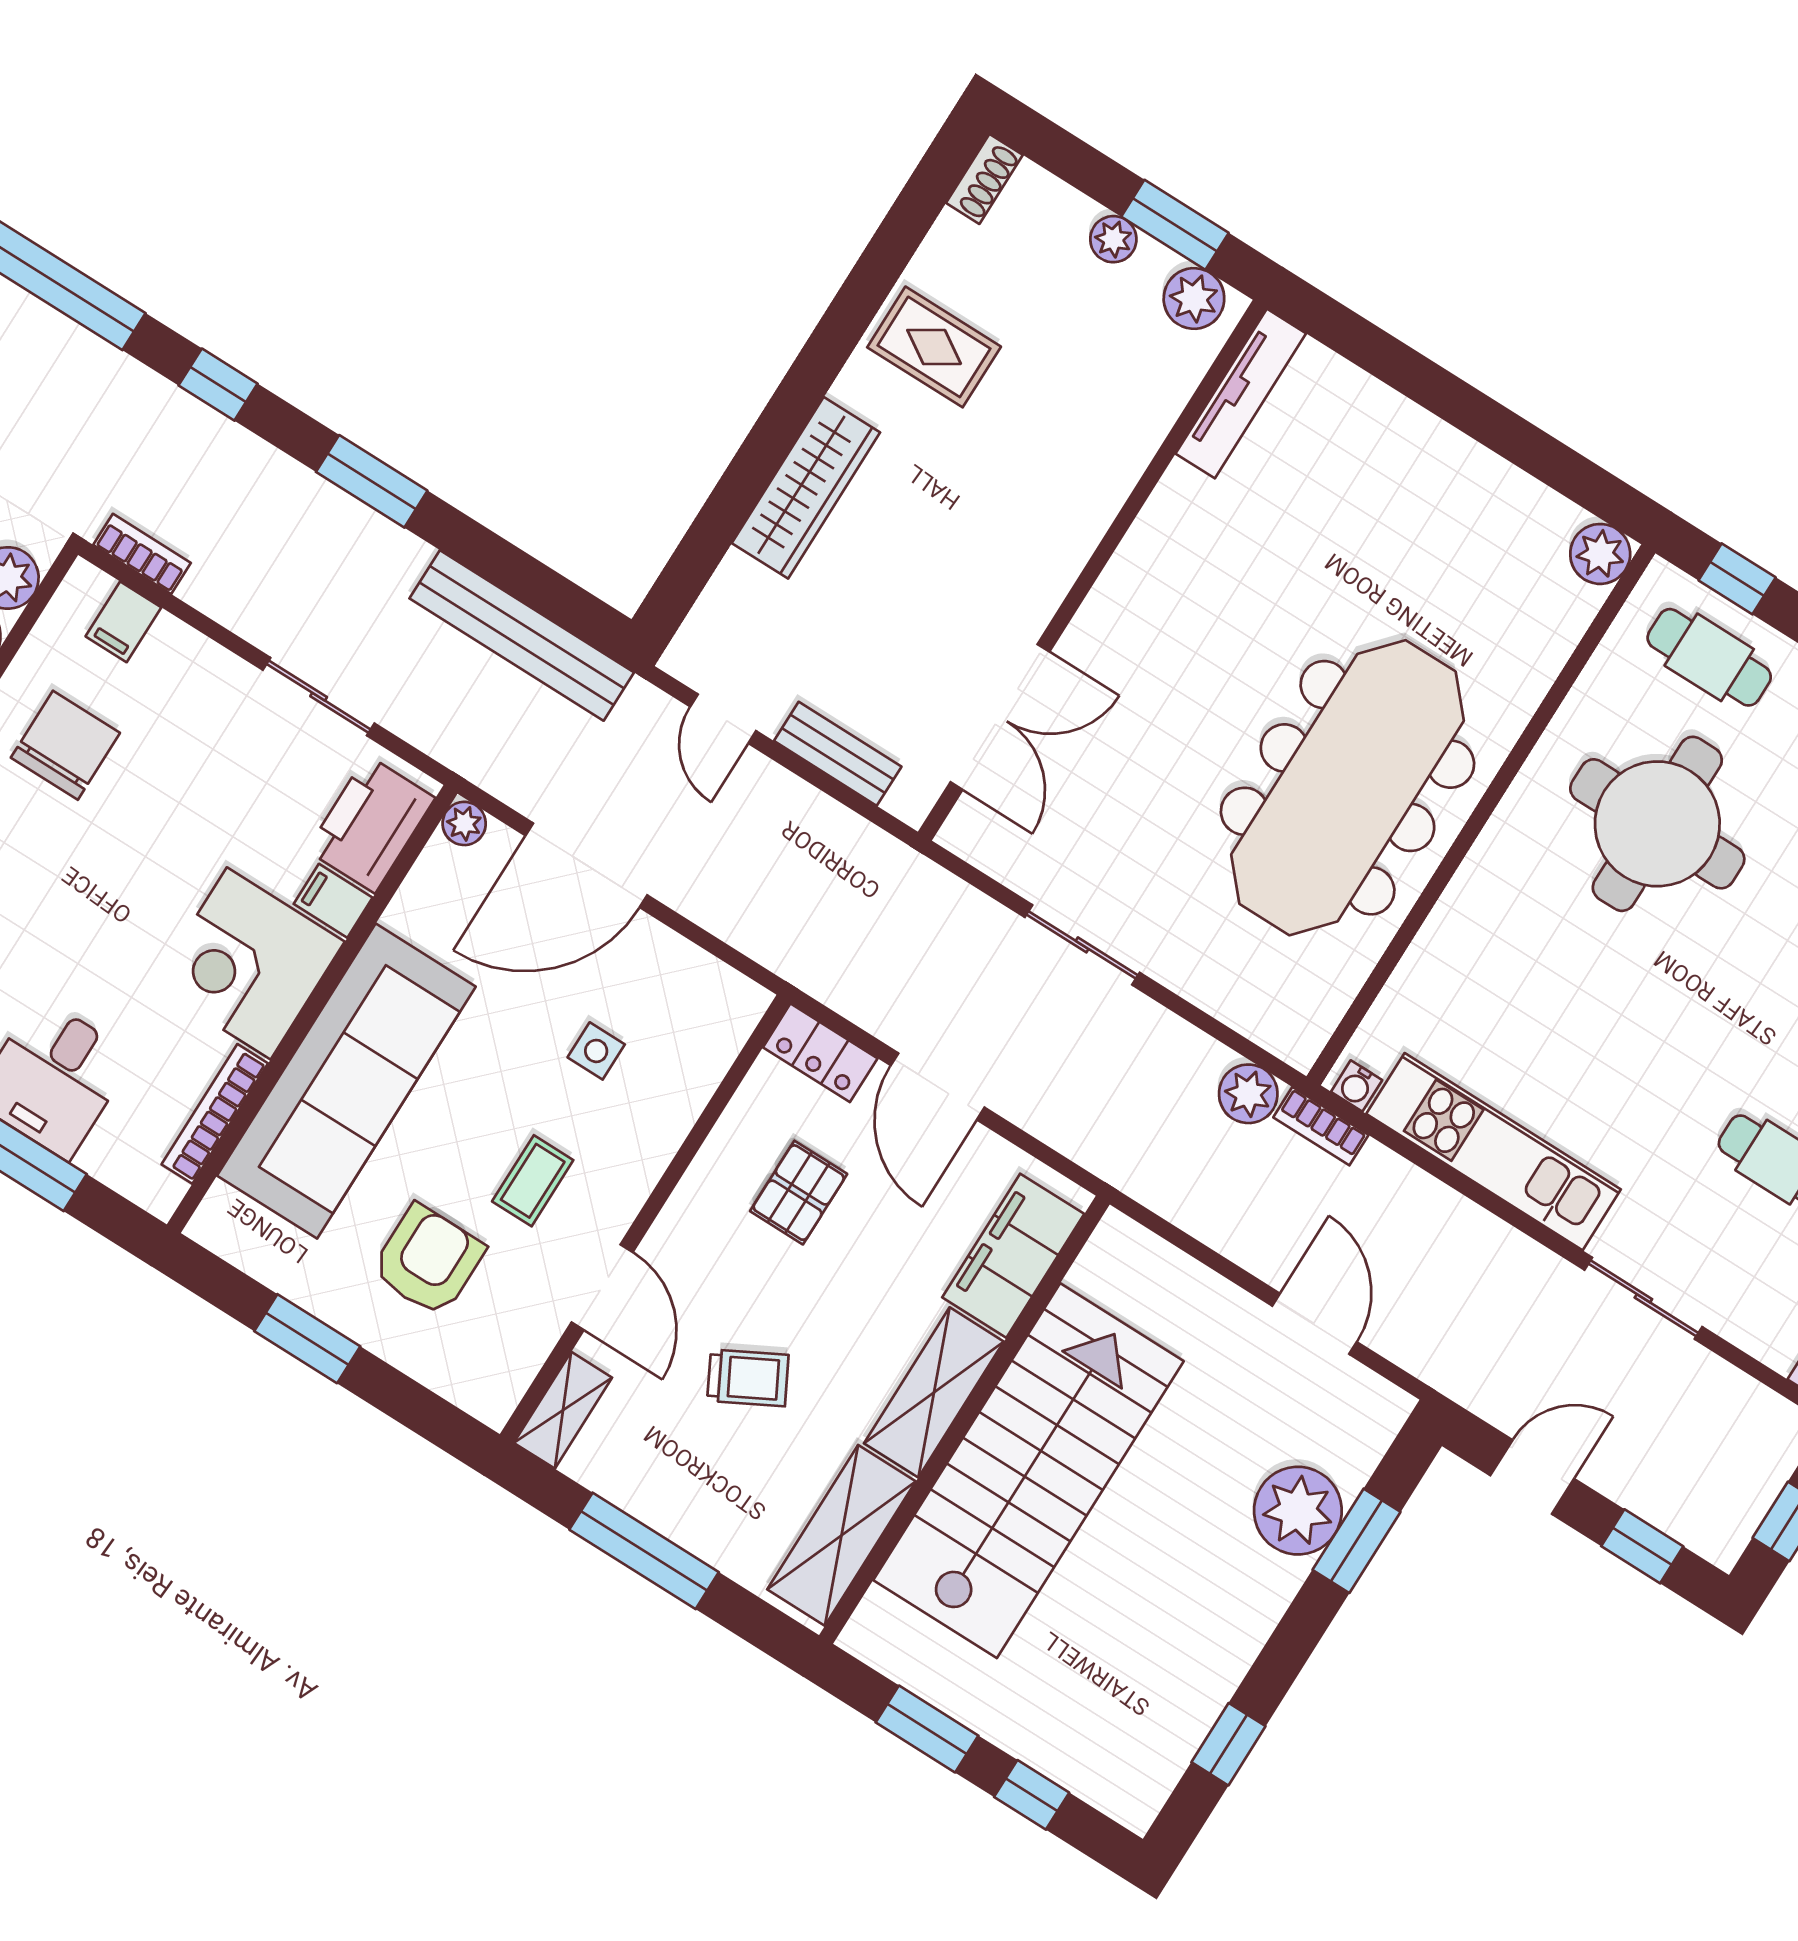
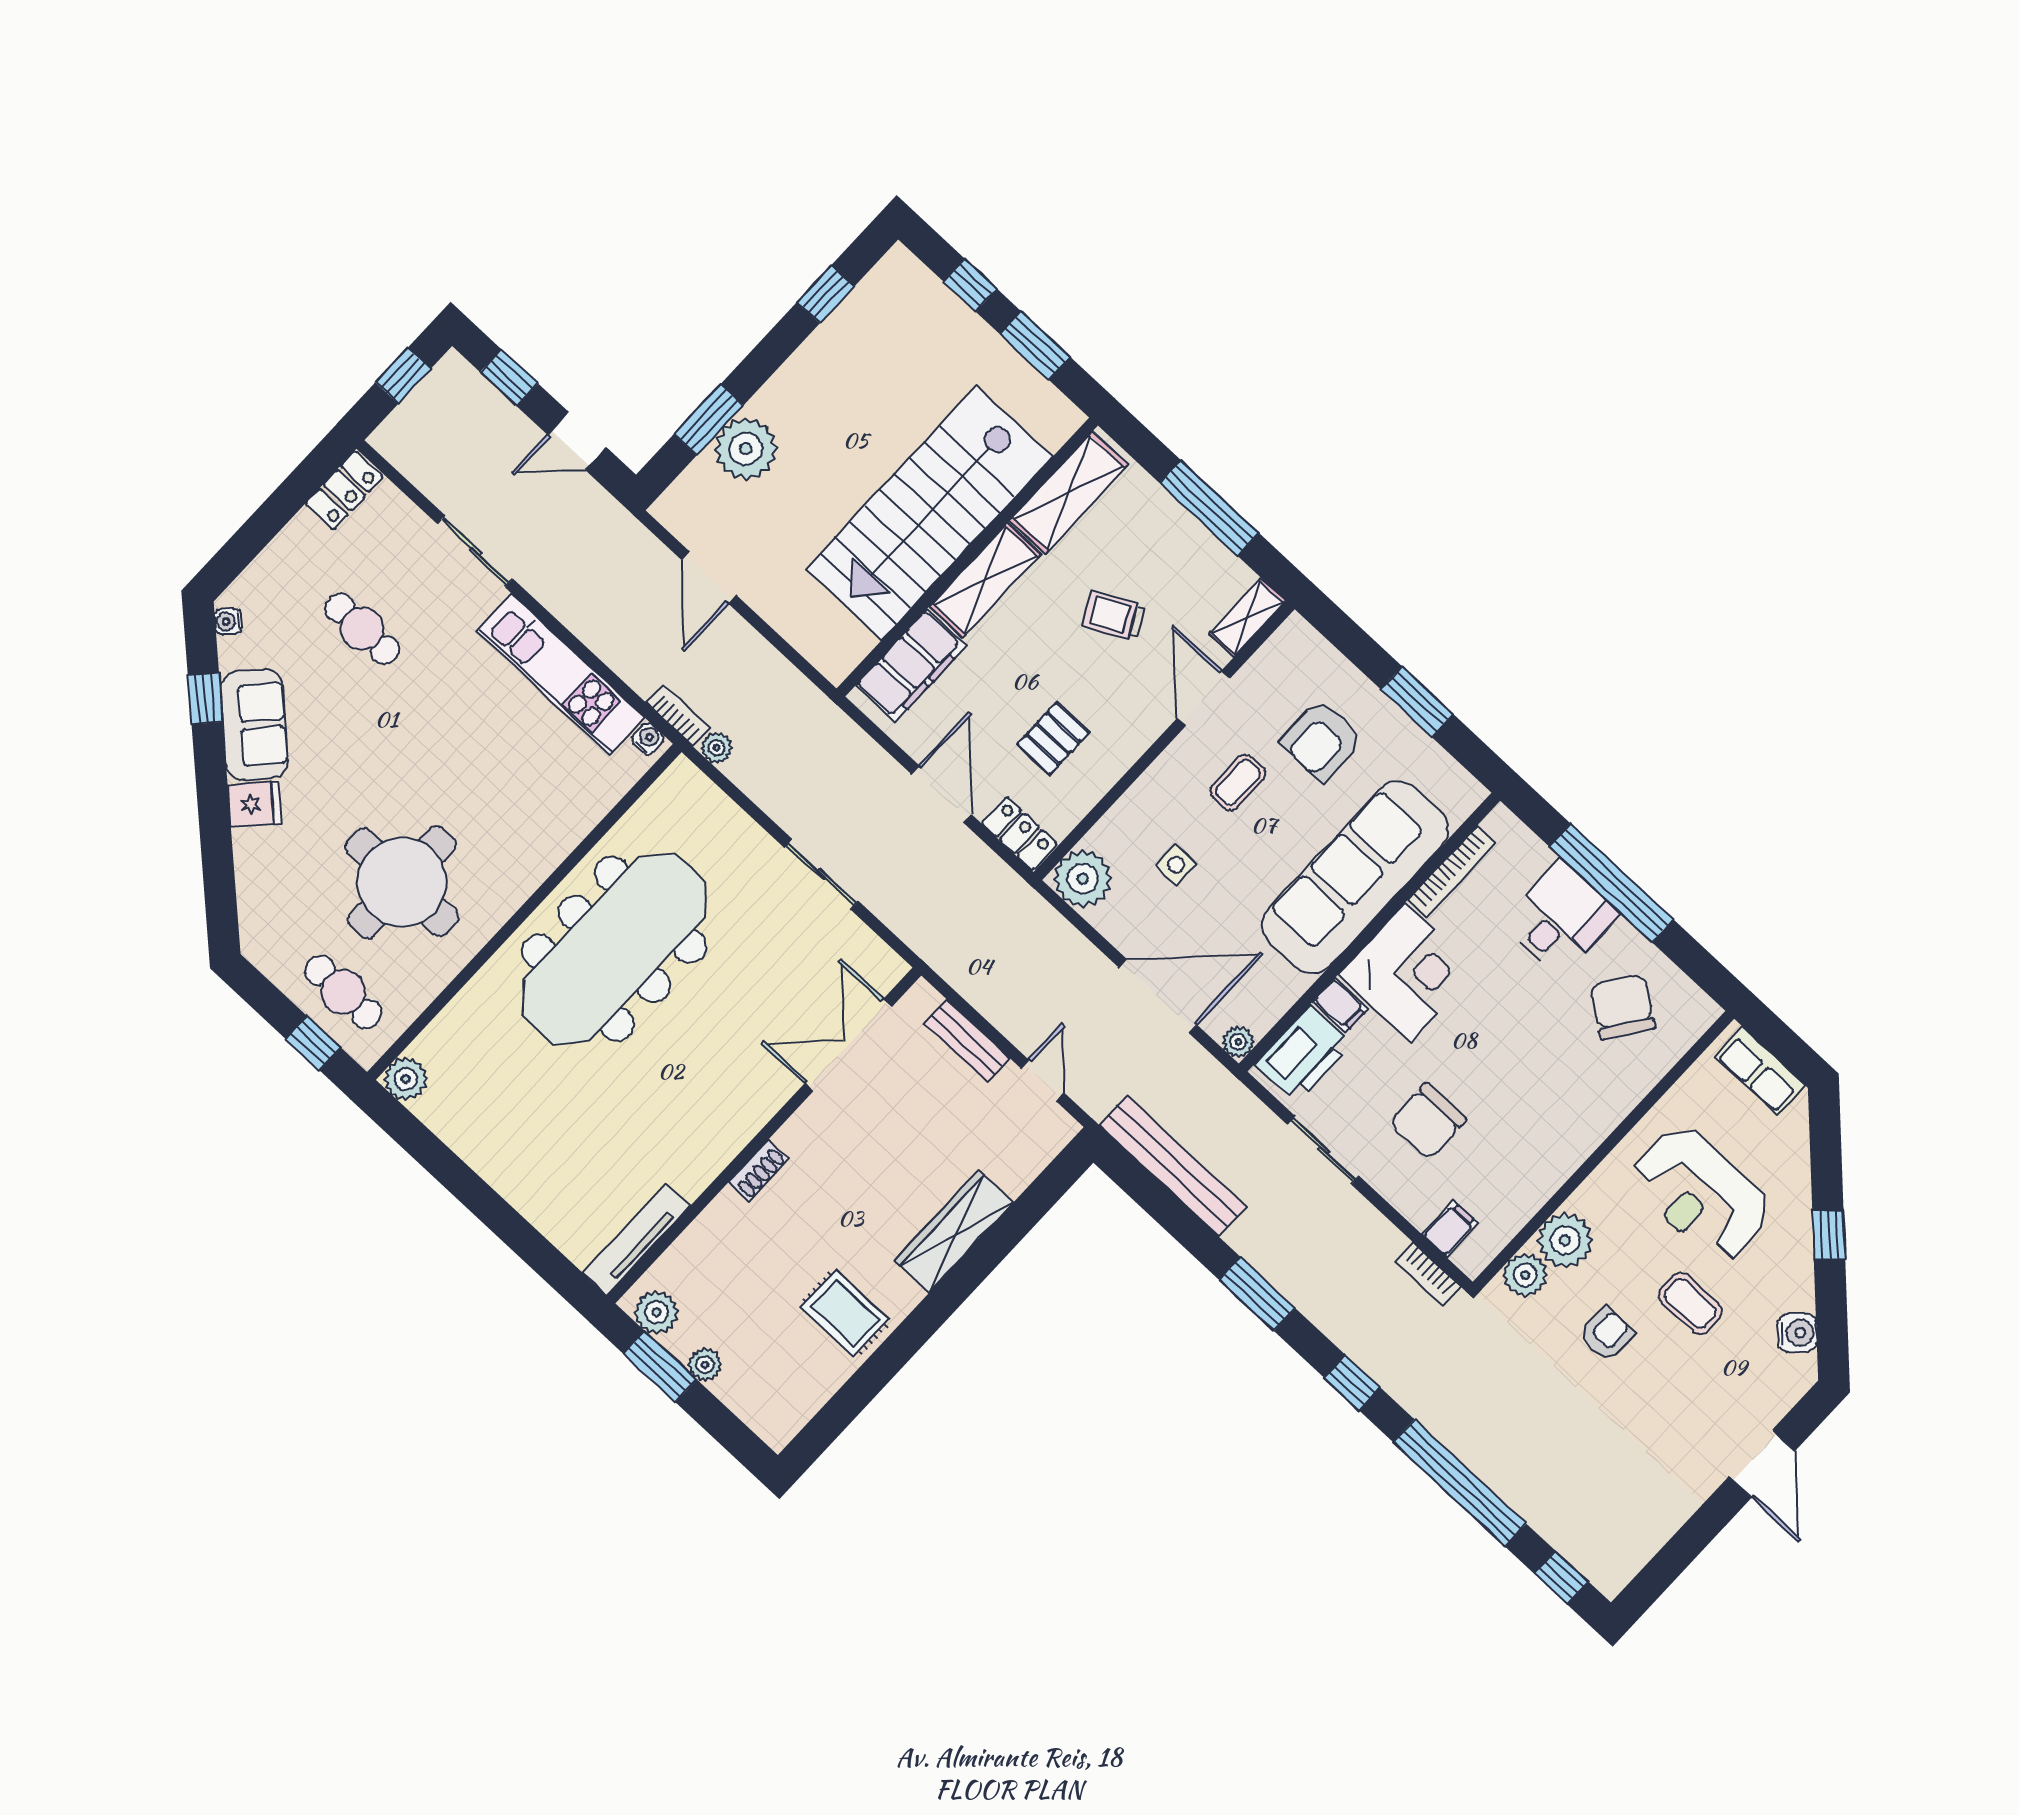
shoe rack: (984, 179) -> (759, 1171), moved, turned 180
chair: (65, 745) -> (1428, 1121), moved
plant: (721, 1007) -> (1083, 879), added
plant: (1248, 1094) -> (717, 748), width x0.73, depth x0.73

